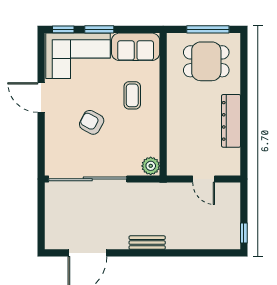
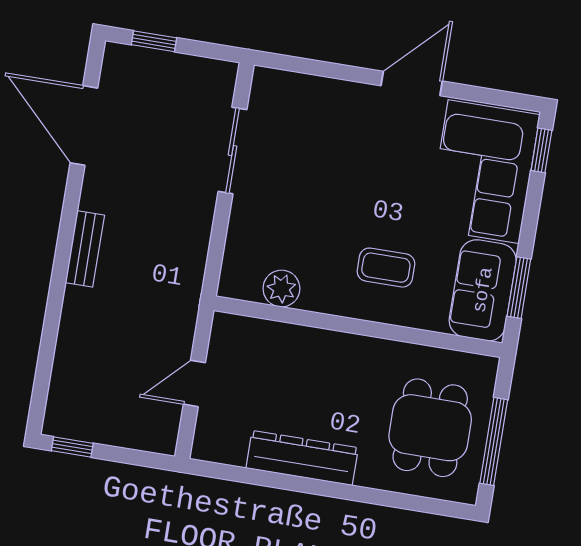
window: (99, 29) -> (519, 288), moved
armchair: (92, 122) -> (345, 177), removed
plant: (151, 166) -> (281, 289), moved
sliding door: (88, 179) -> (232, 151), width x0.54
window: (41, 226) -> (154, 41), added

